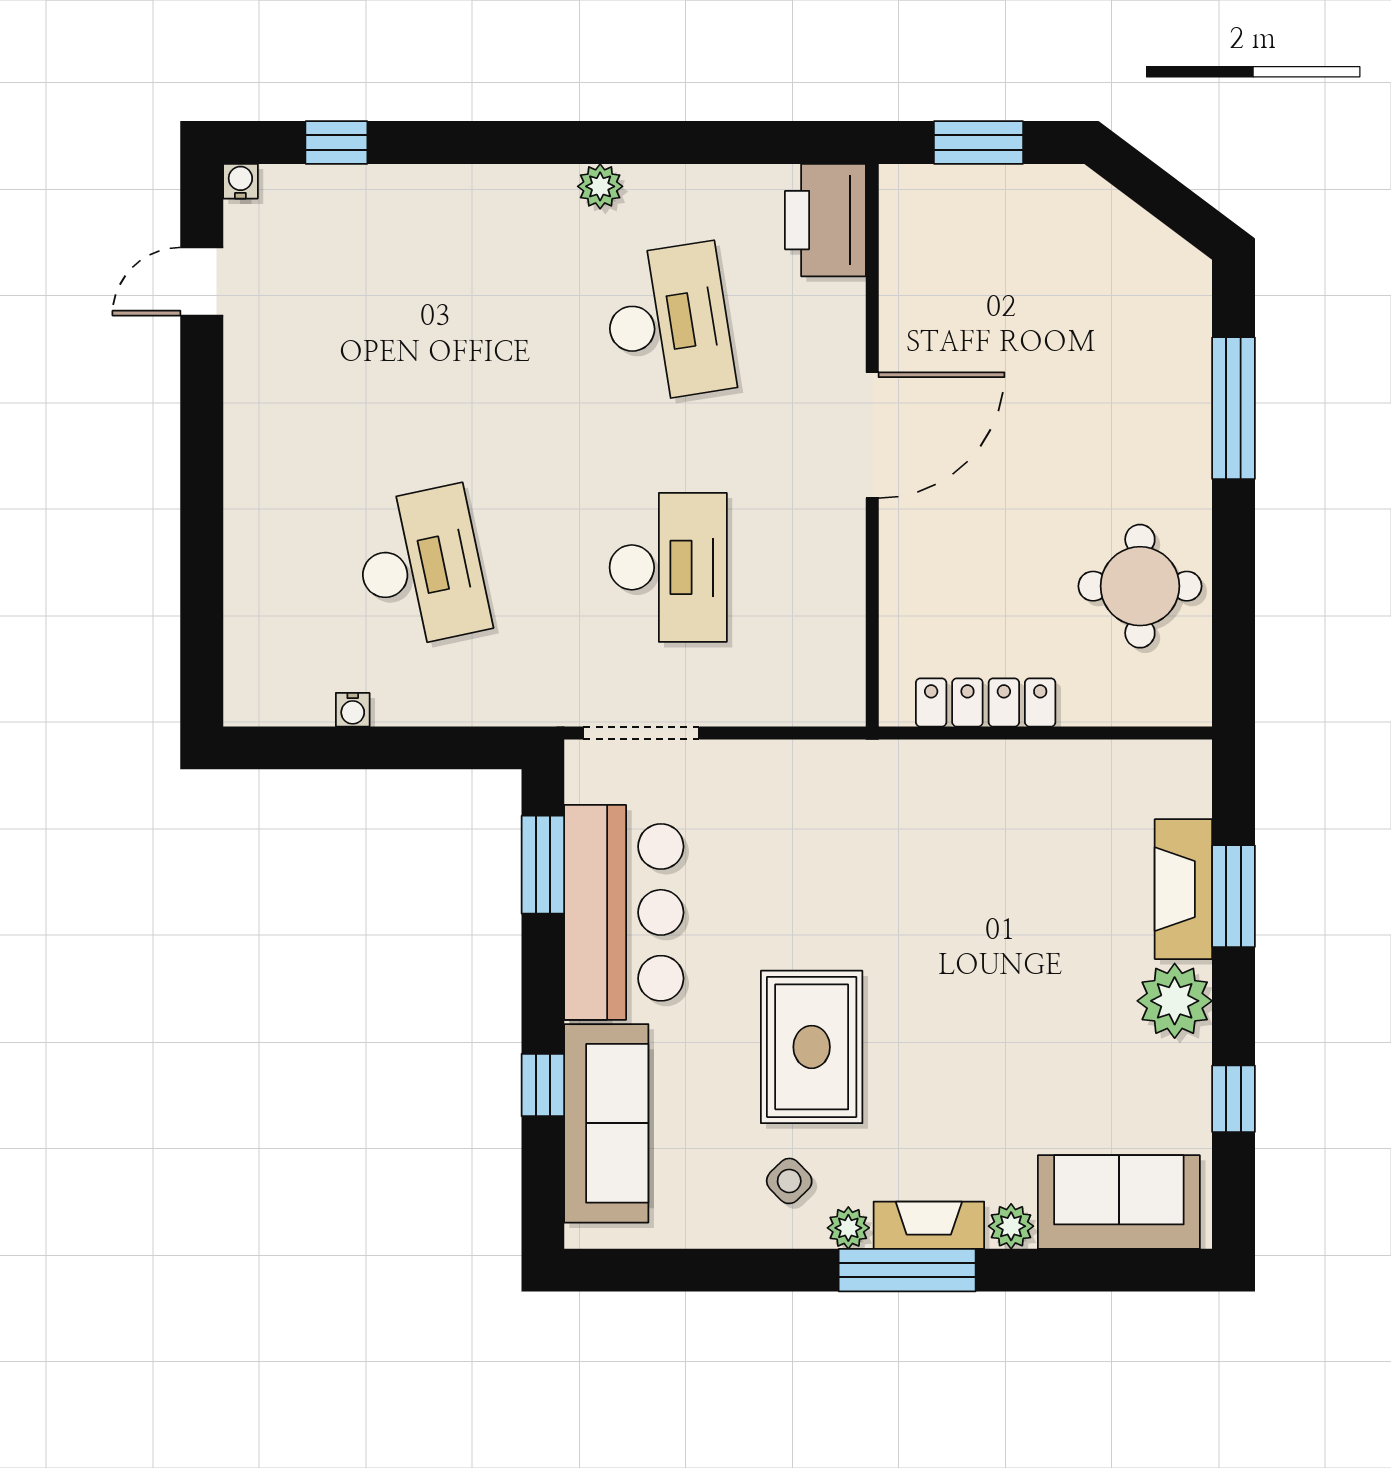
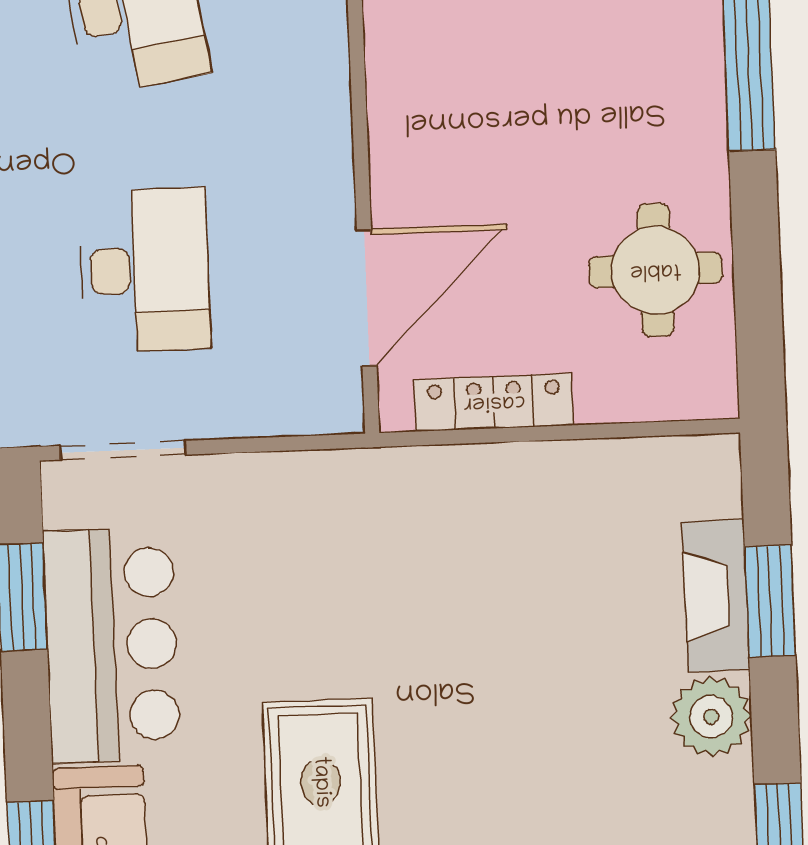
door: (872, 435) -> (367, 298), moved

